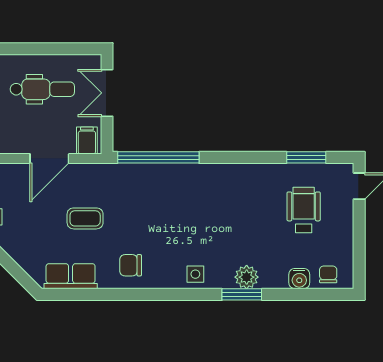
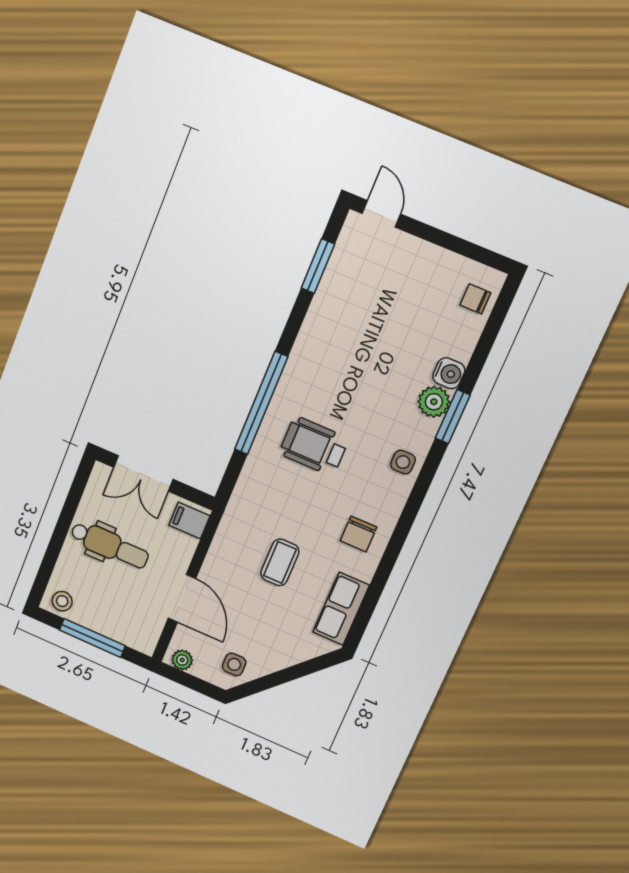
dental chair: (42, 89) -> (110, 545), turned 90
window: (158, 157) -> (261, 403), moved
door: (49, 158) -> (182, 598), moved
wheelchair: (304, 210) -> (314, 446), moved
water cooler: (299, 279) -> (449, 373), moved

